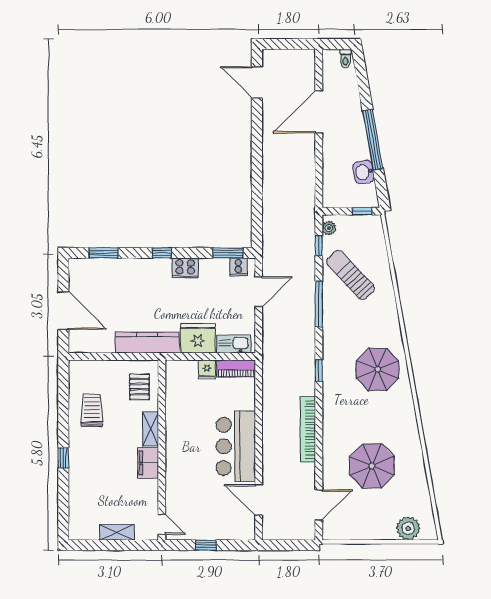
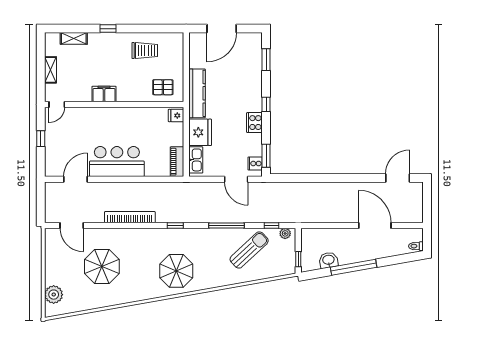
fridge: (207, 370) -> (176, 115), moved
shelving: (151, 429) -> (74, 38), moved

